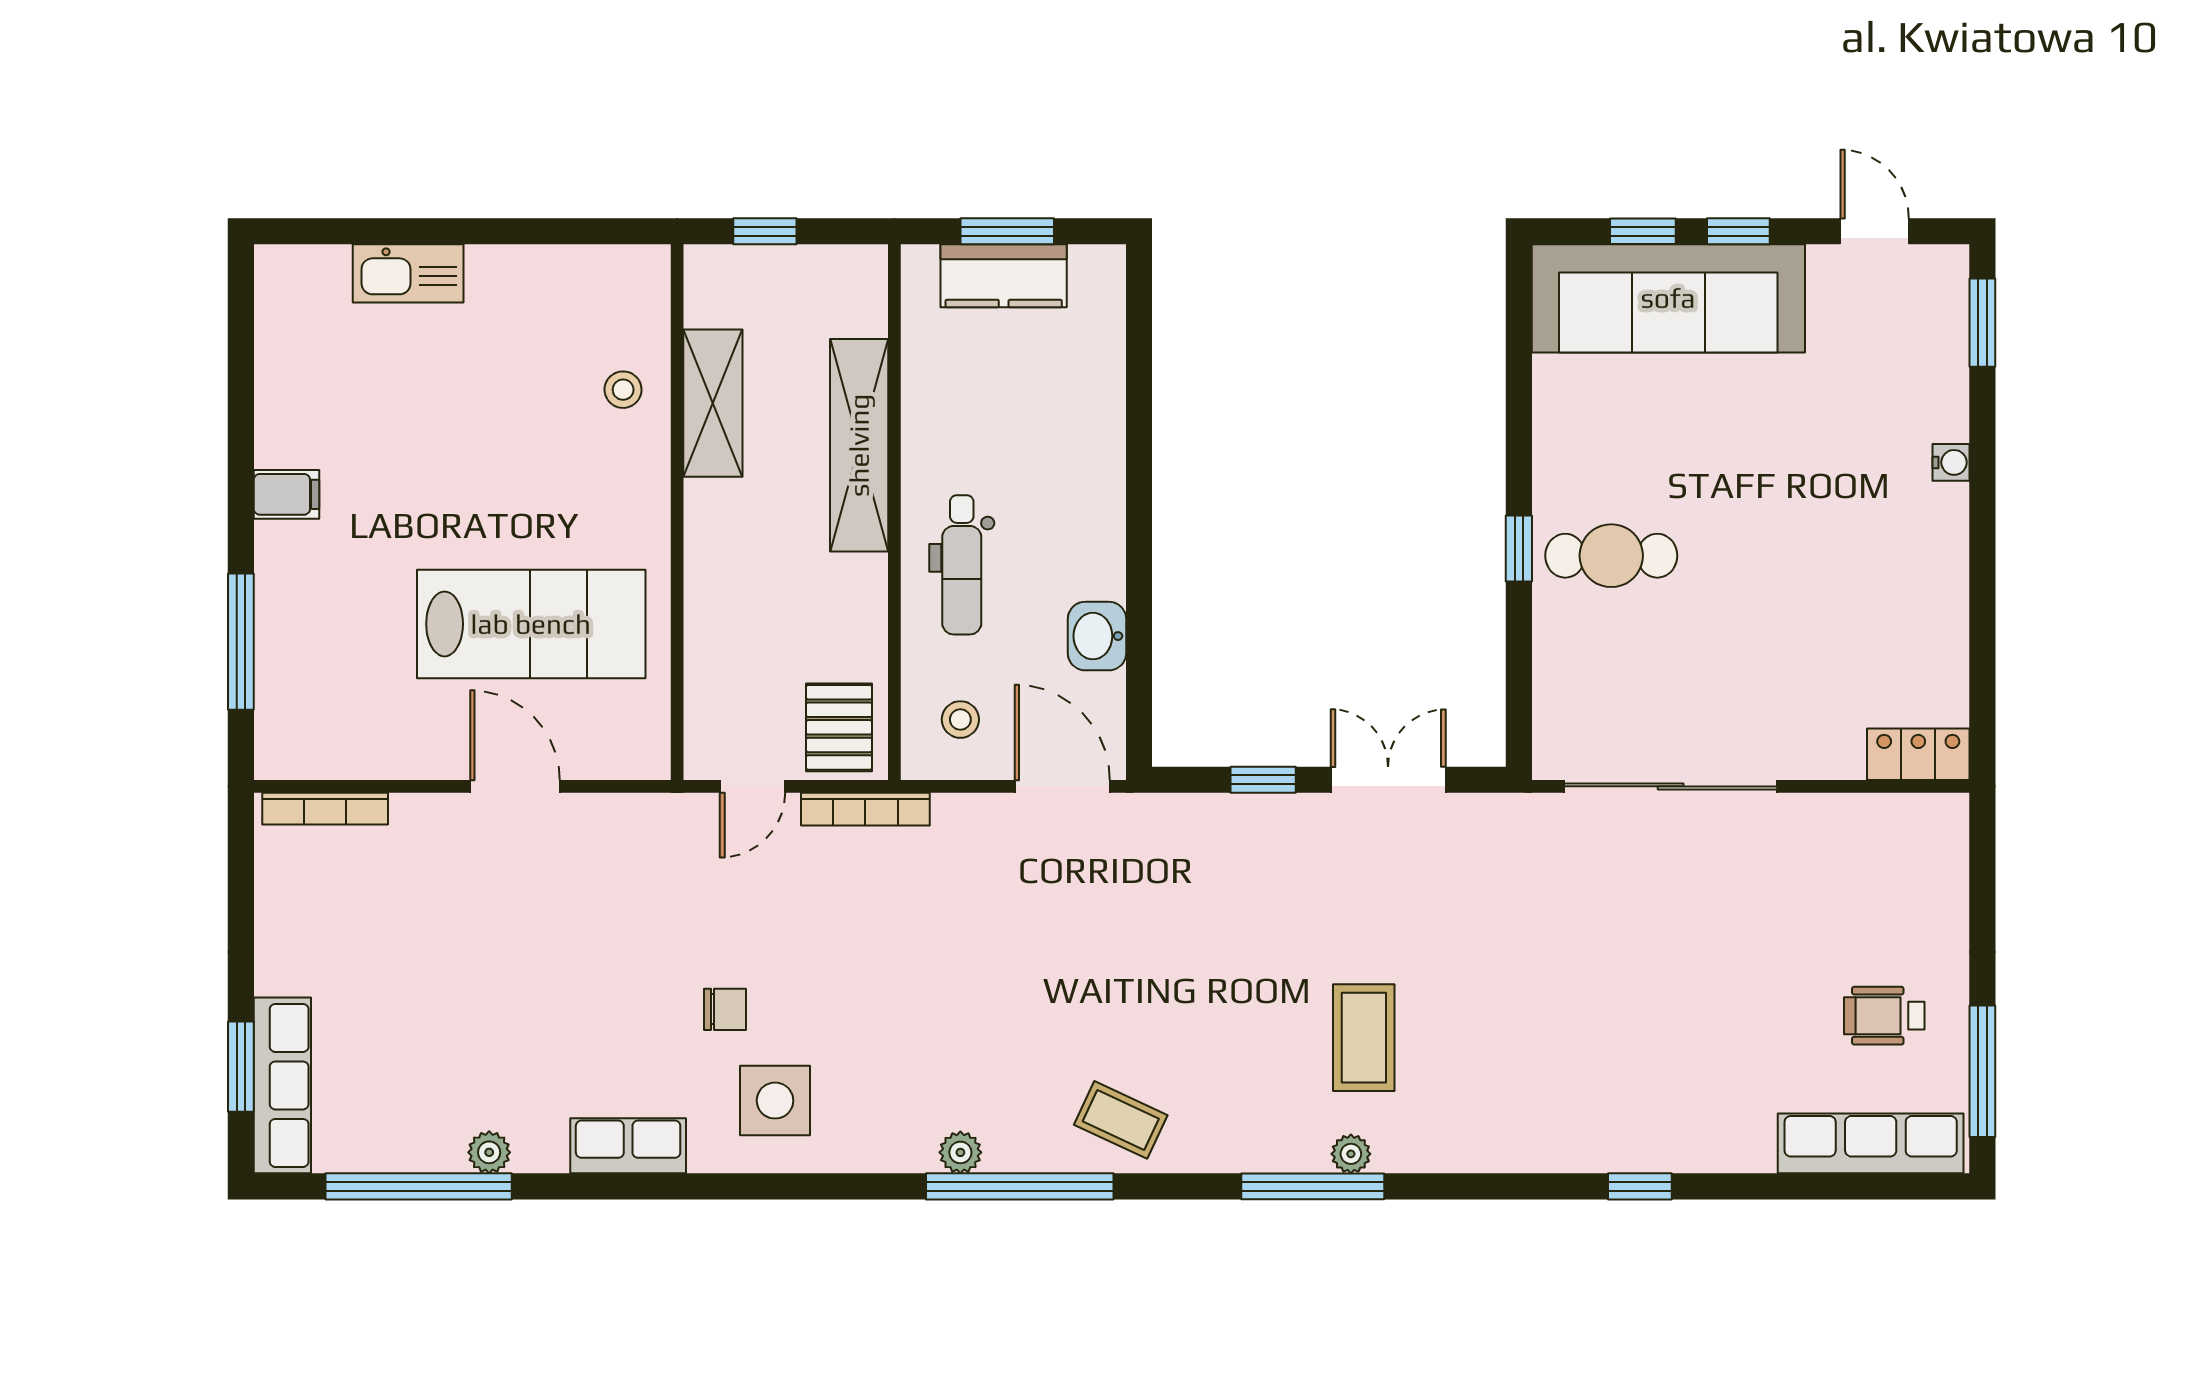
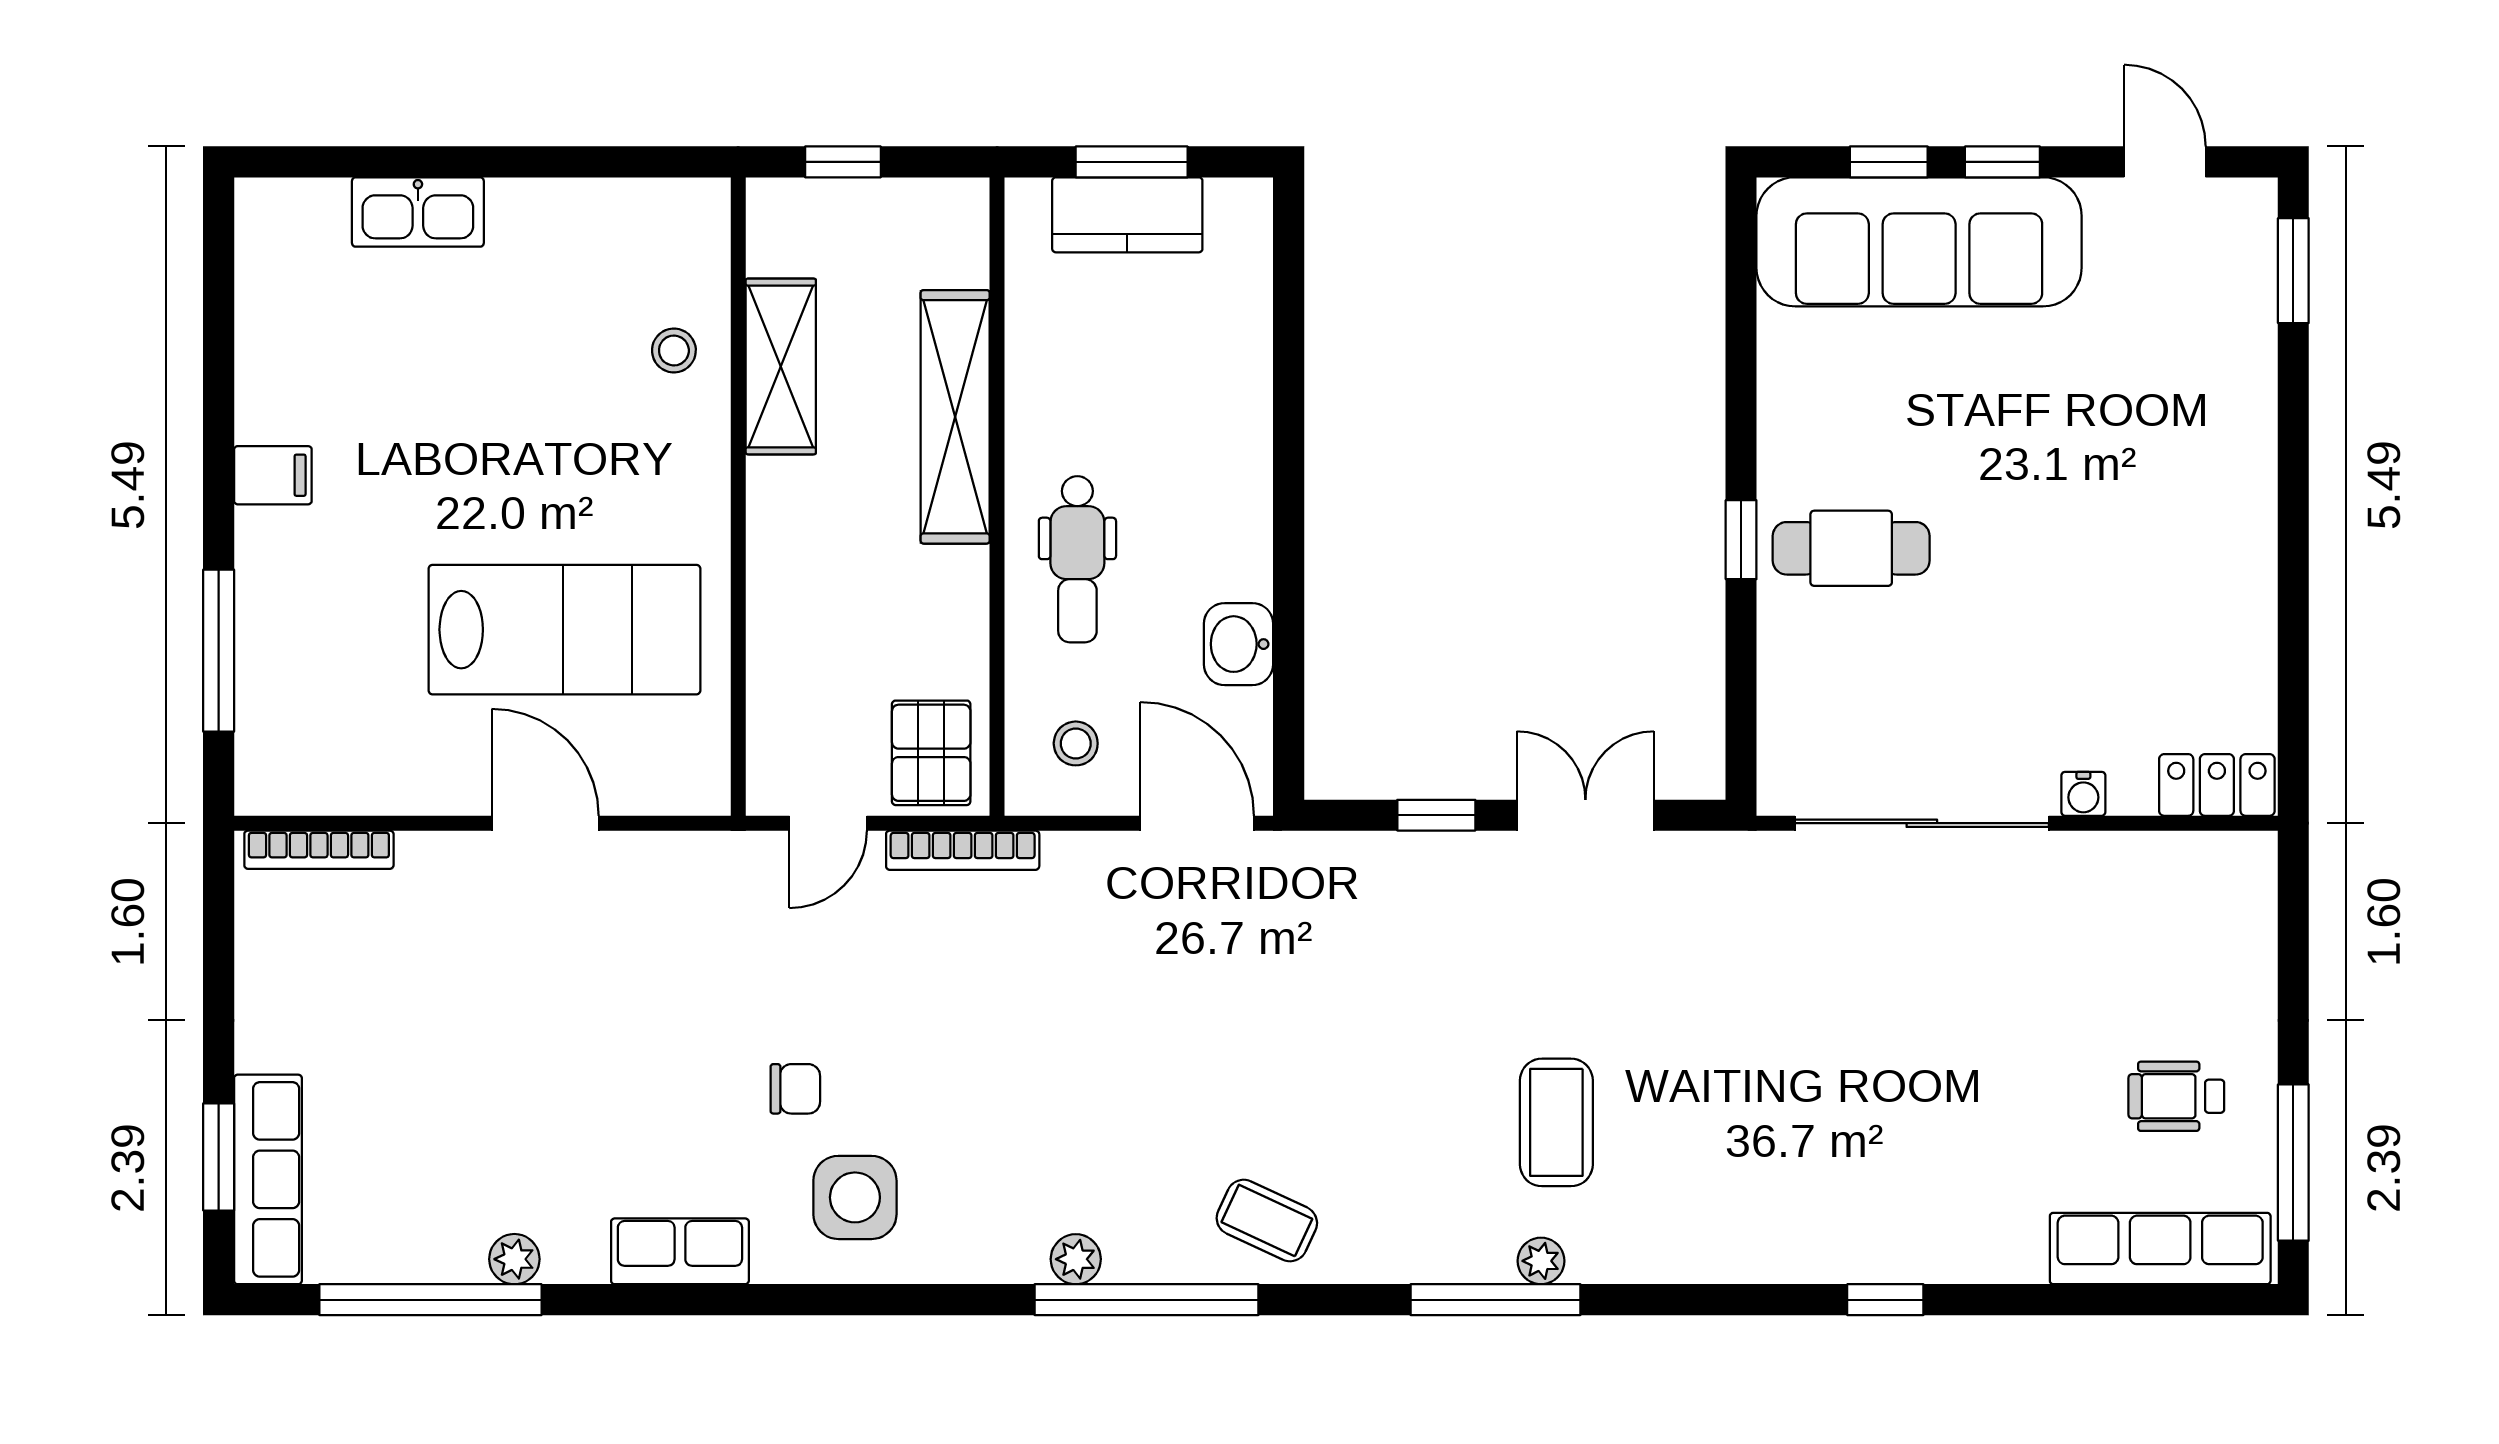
water cooler: (1951, 462) -> (2083, 794), moved, turned 90

